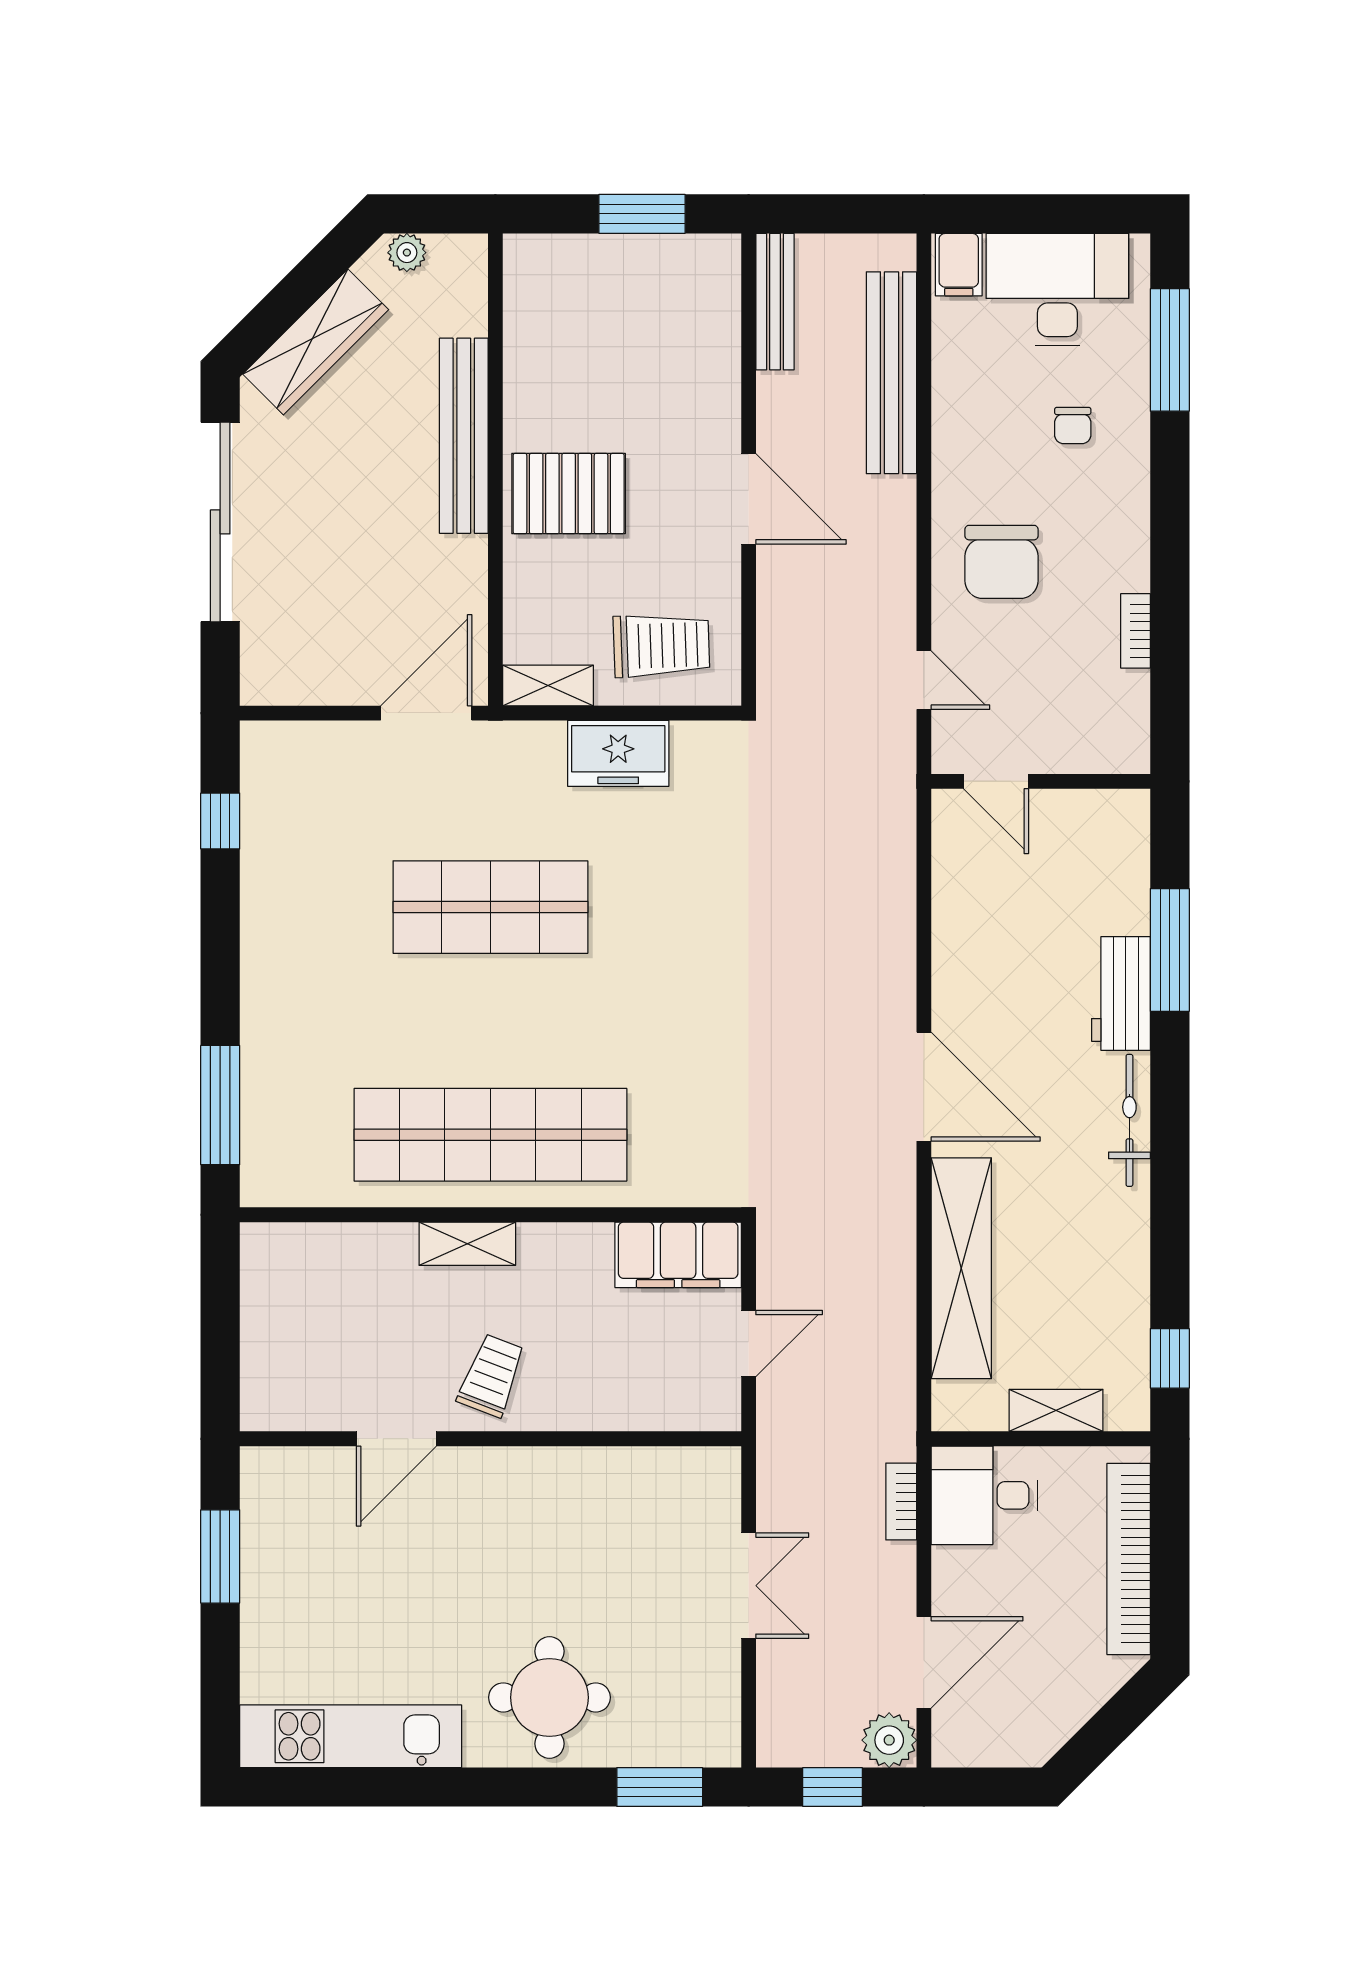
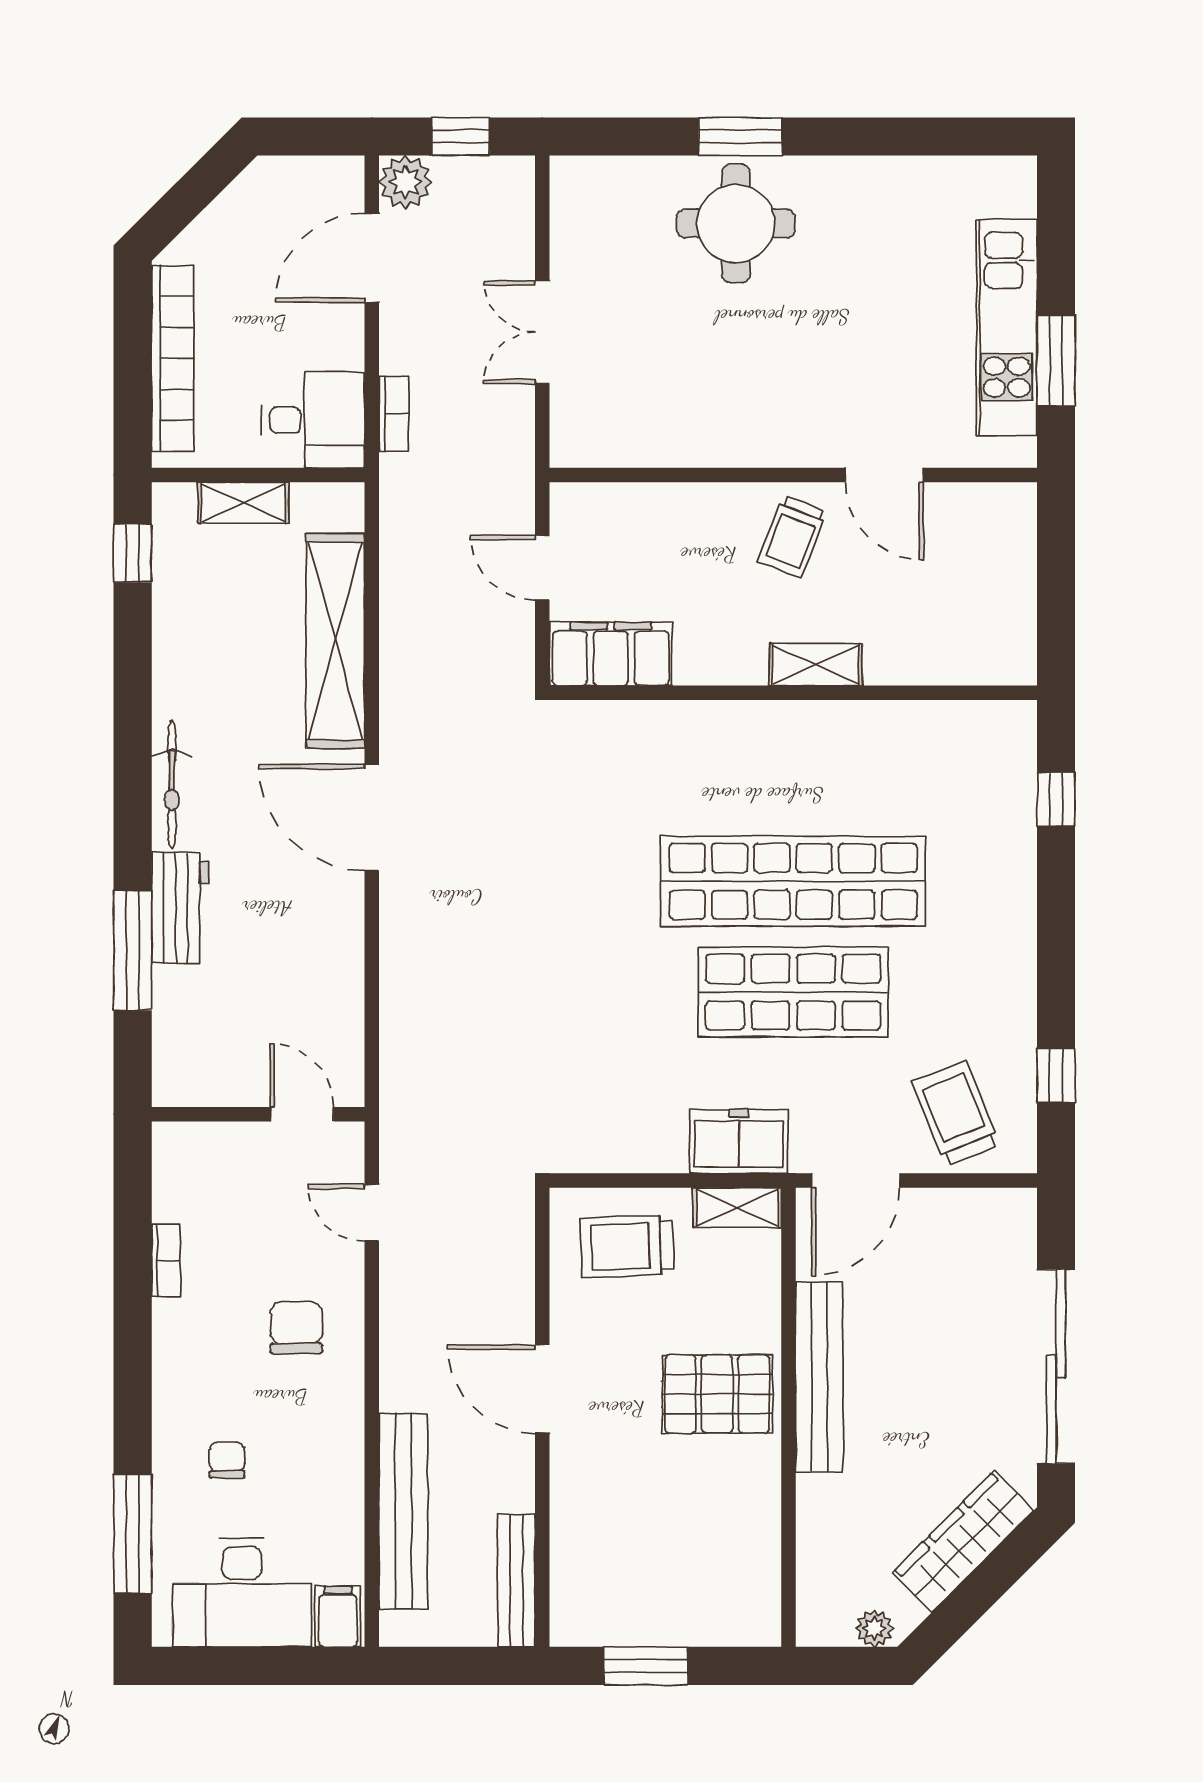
bench: (464, 436) -> (819, 1377), moved
chair: (1001, 562) -> (296, 1328), width x0.73, depth x0.73
freezer: (618, 753) -> (739, 1141), moved
trolley: (323, 782) -> (956, 1114), added
window: (220, 1105) -> (1056, 799), width x0.46
shop shelf: (490, 1135) -> (793, 881), moved
door: (749, 1343) -> (542, 568), hinge flipped
door: (396, 1439) -> (885, 475), swing flipped
kitchen unit: (351, 1736) -> (1007, 327), moved, turned 90
window: (660, 1787) -> (740, 136), moved

